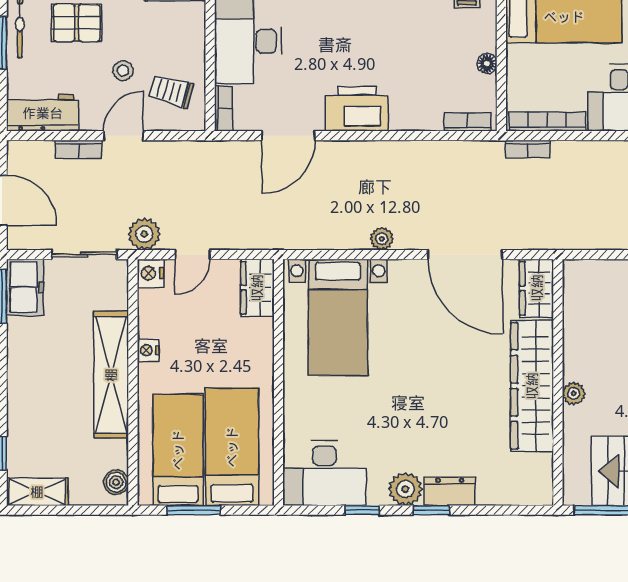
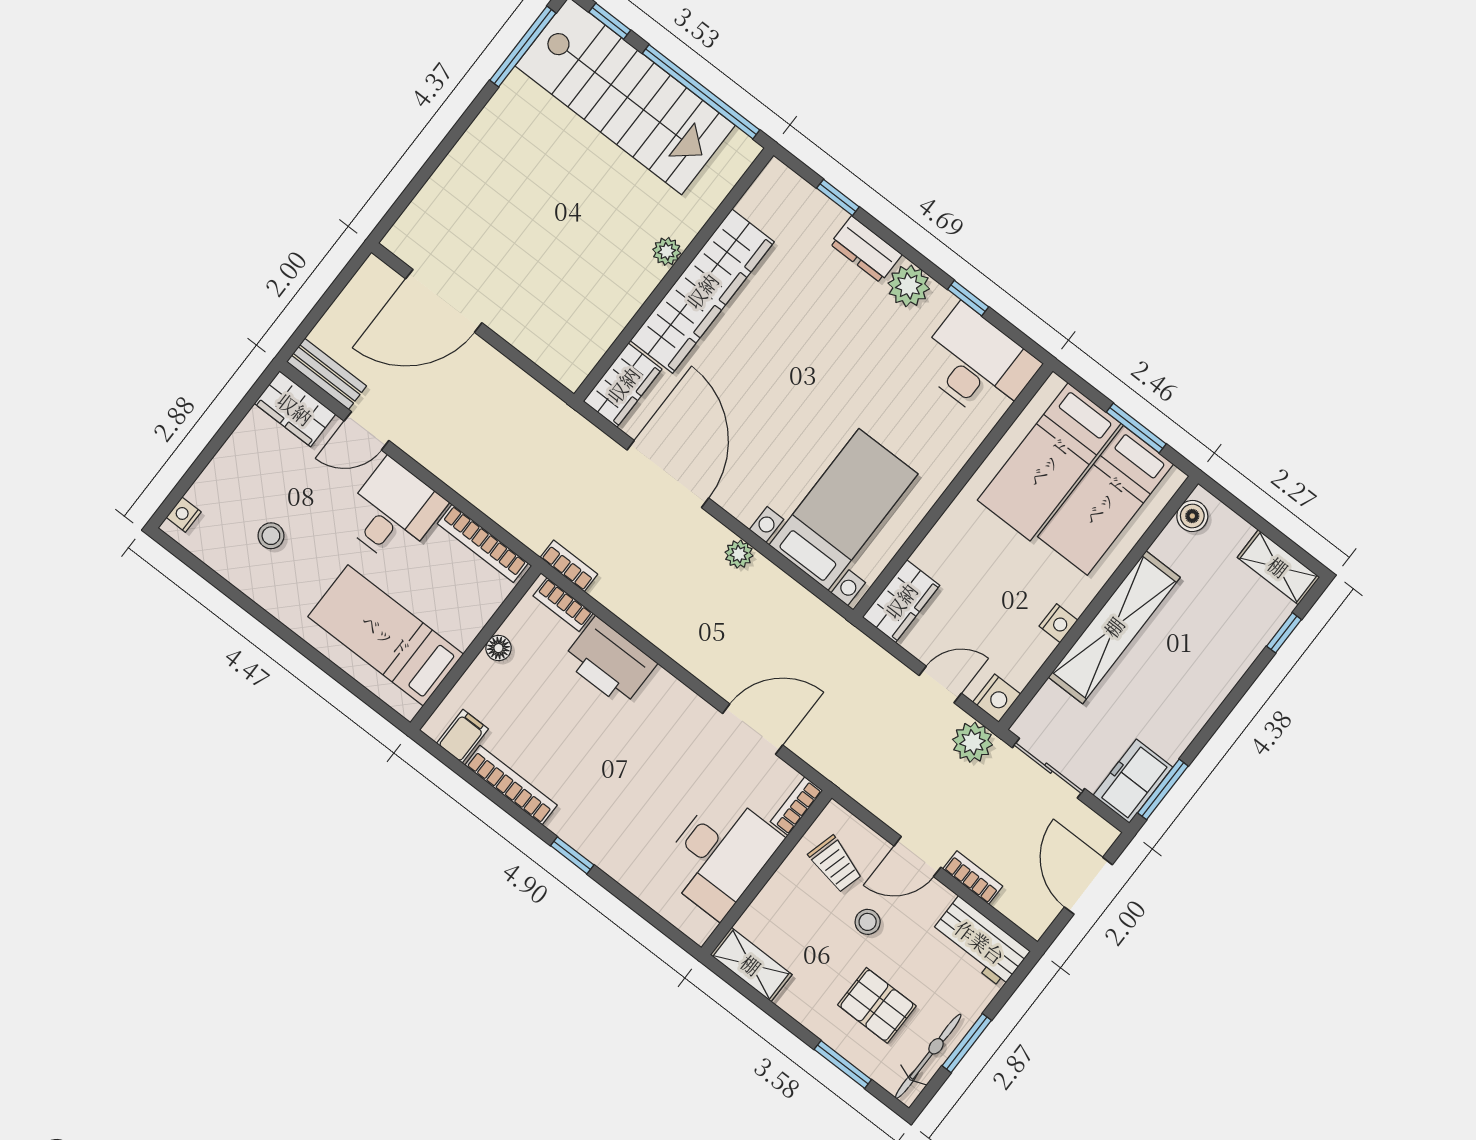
printer: (357, 109) -> (610, 662), moved
bookcase: (528, 149) -> (569, 566), moved
window: (431, 510) -> (838, 198), moved

